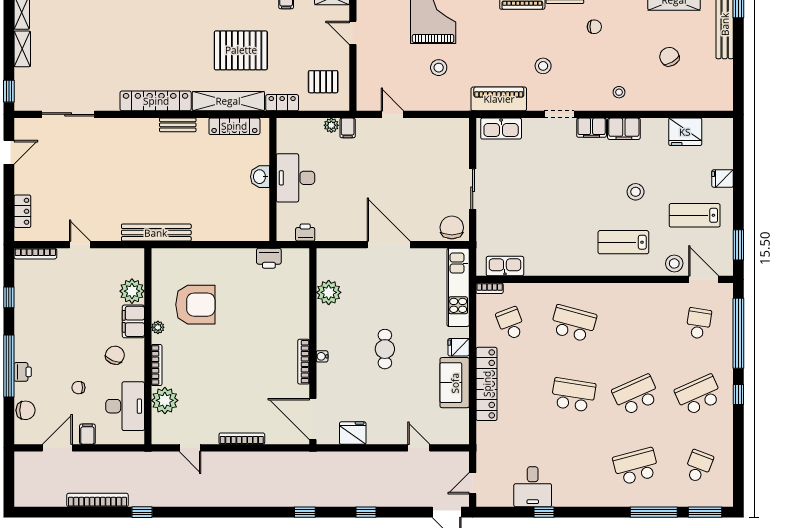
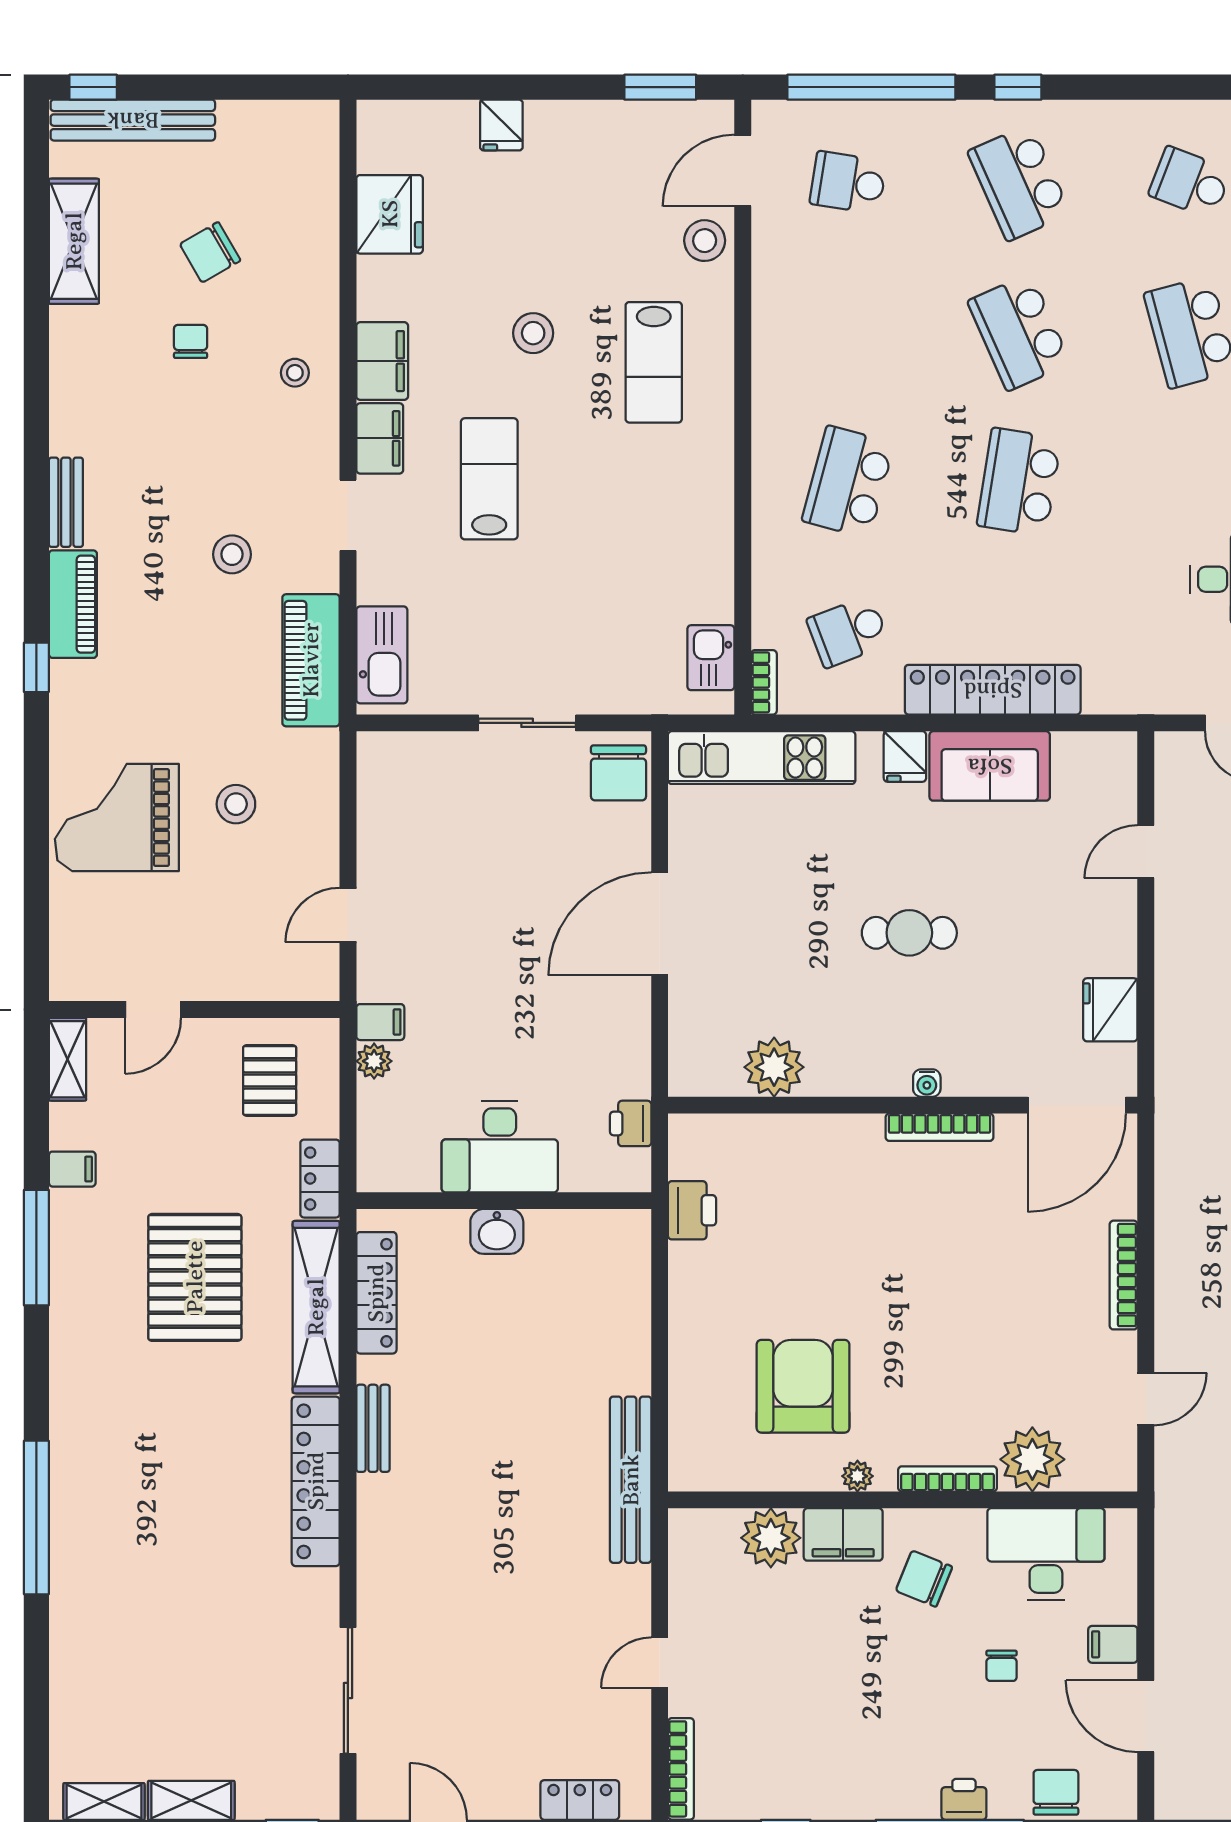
chair: (594, 27) -> (191, 341), moved
lab bench: (695, 215) -> (489, 479), moved, turned 180
chair: (452, 227) -> (618, 773), turned -90
kitchen sink: (505, 266) -> (711, 658), width x0.73

